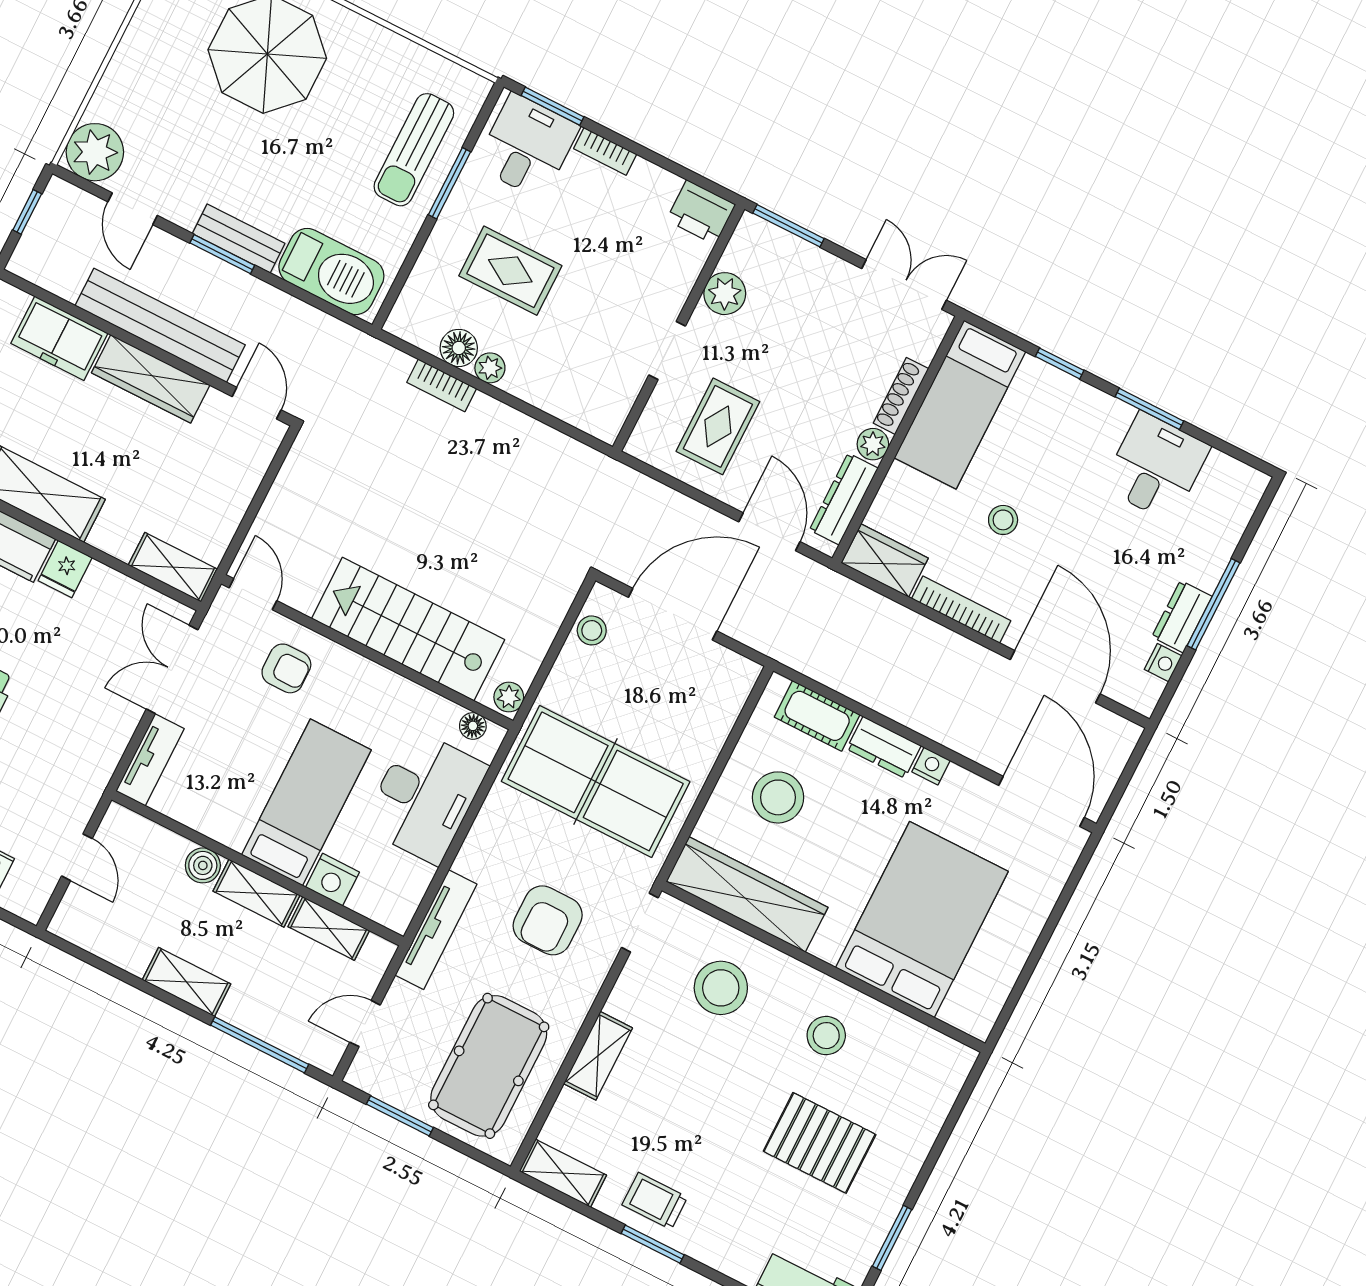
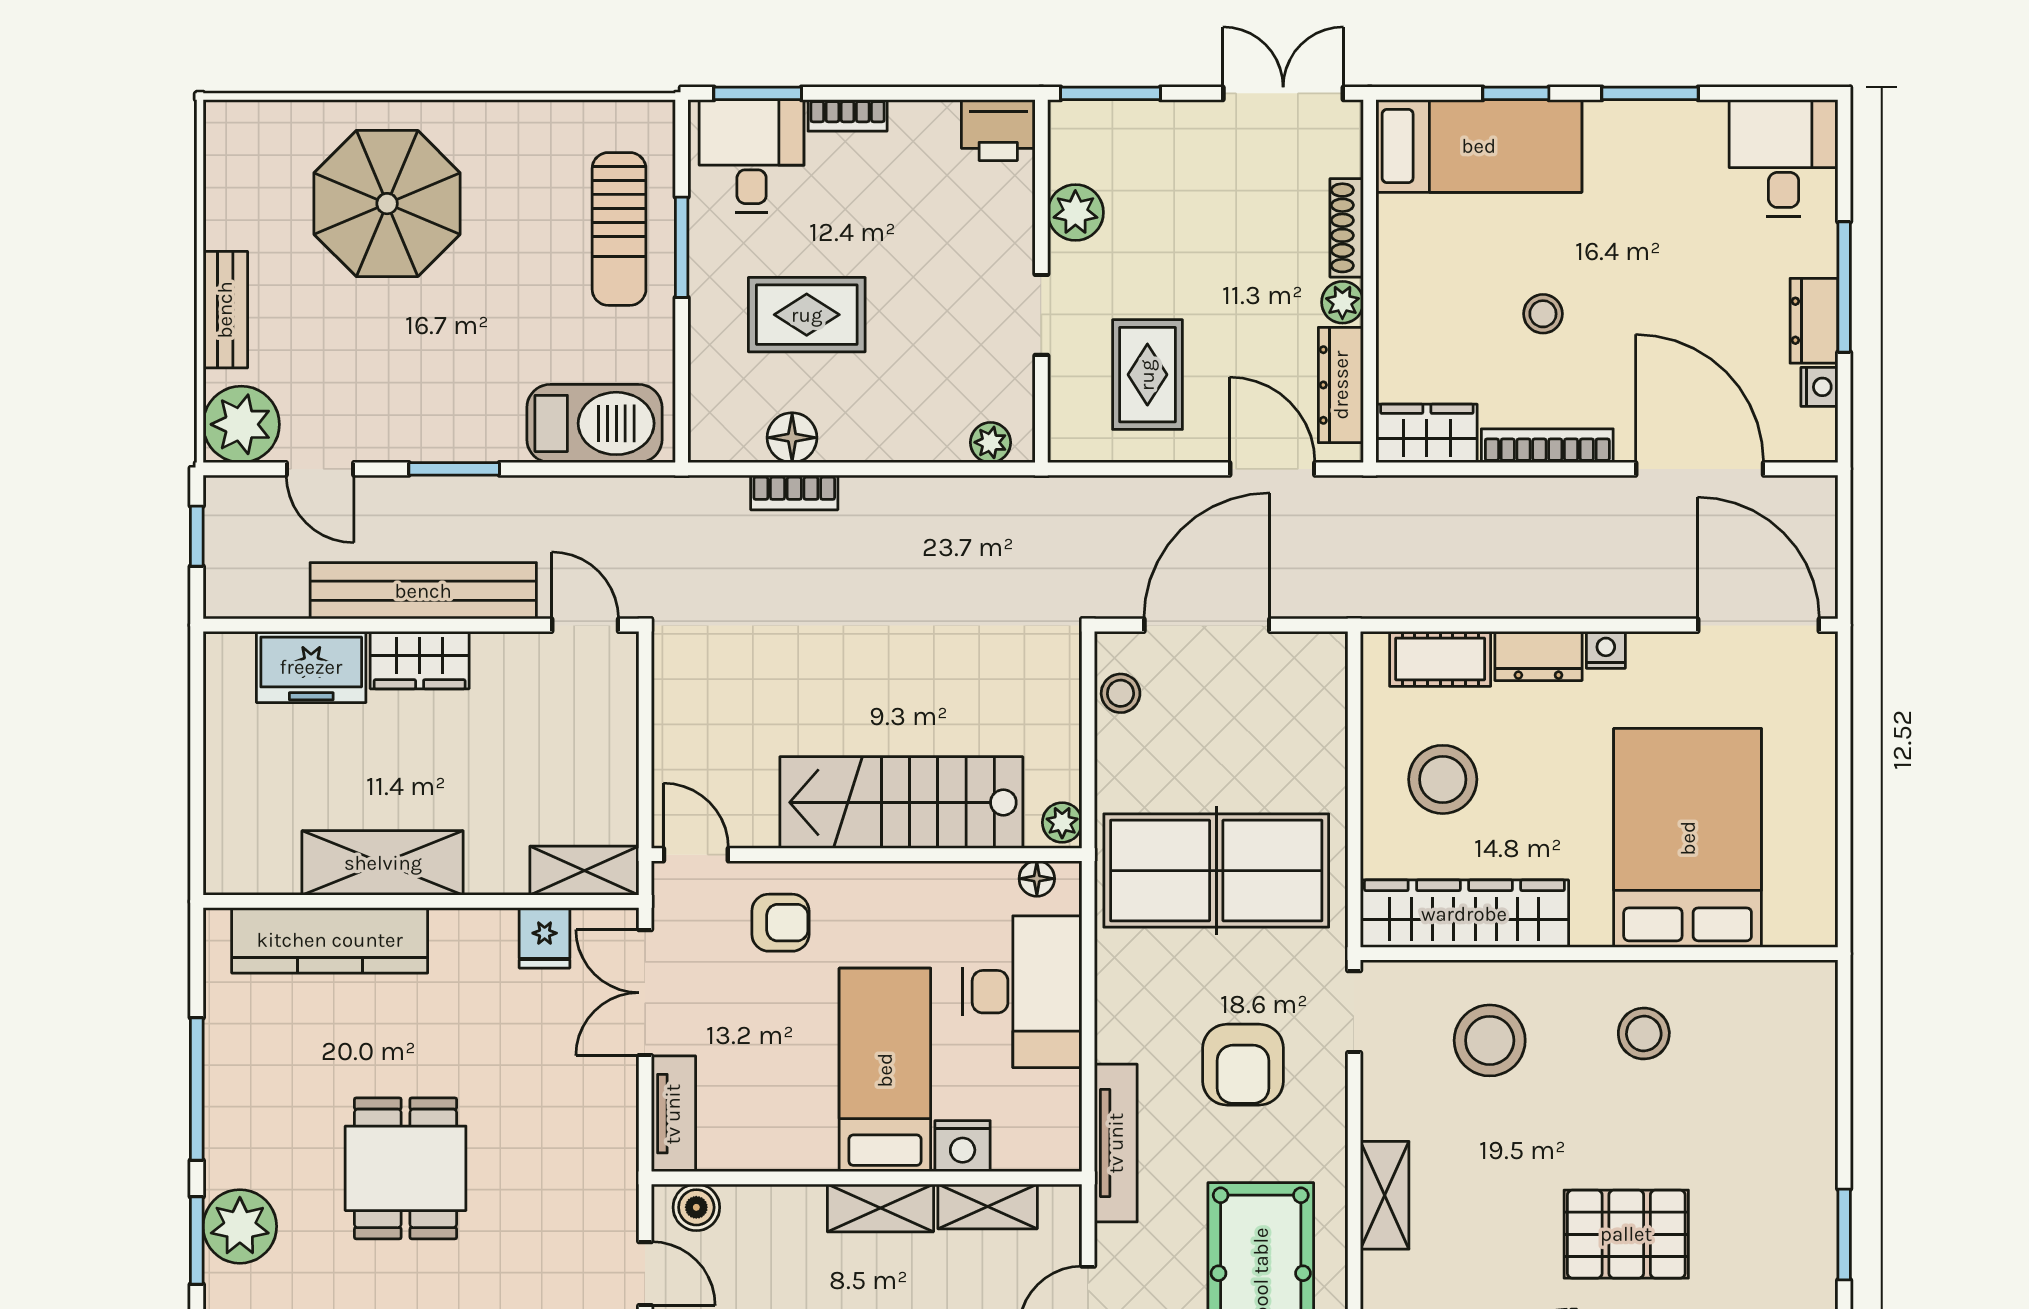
bench: (239, 239) -> (225, 310), moved, turned 90
plant: (490, 368) -> (990, 442), moved
wardrobe: (151, 379) -> (420, 660), width x0.67
bed: (960, 405) -> (1479, 146), moved, turned -90
desk: (1156, 467) -> (1784, 158), moved
fridge: (65, 569) -> (545, 938), moved
boiler: (203, 865) -> (696, 1207), moved
pallet: (820, 1143) -> (1626, 1234), moved

